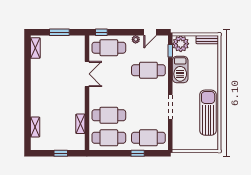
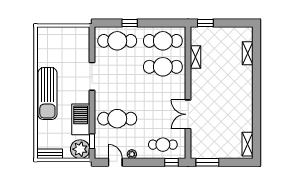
window: (59, 32) -> (207, 162), moved
door: (150, 32) -> (115, 162), hinge flipped
cafe table: (109, 48) -> (163, 145), width x0.73, depth x0.74
sun lounger: (208, 113) -> (47, 94), moved
window: (61, 153) -> (205, 23), moved

